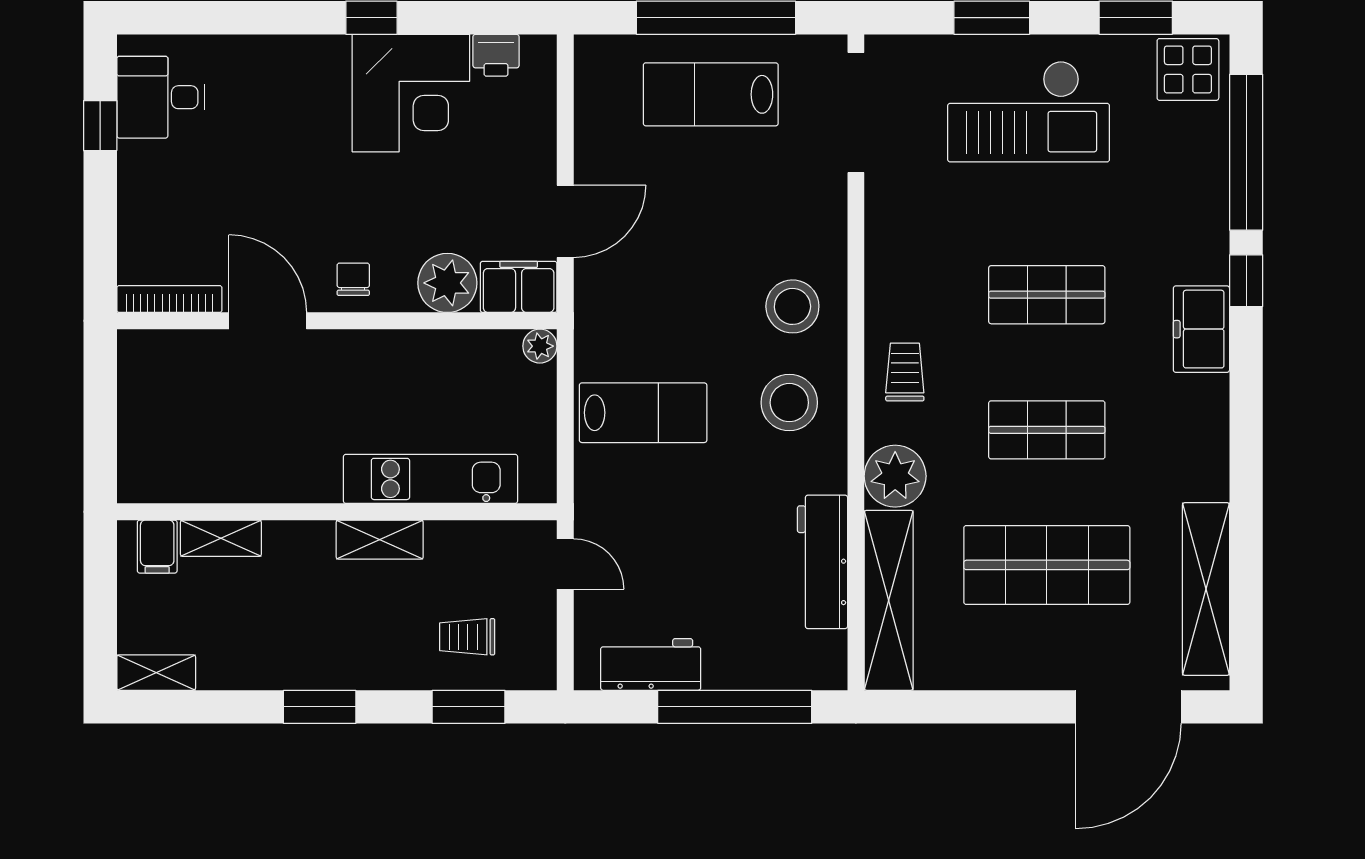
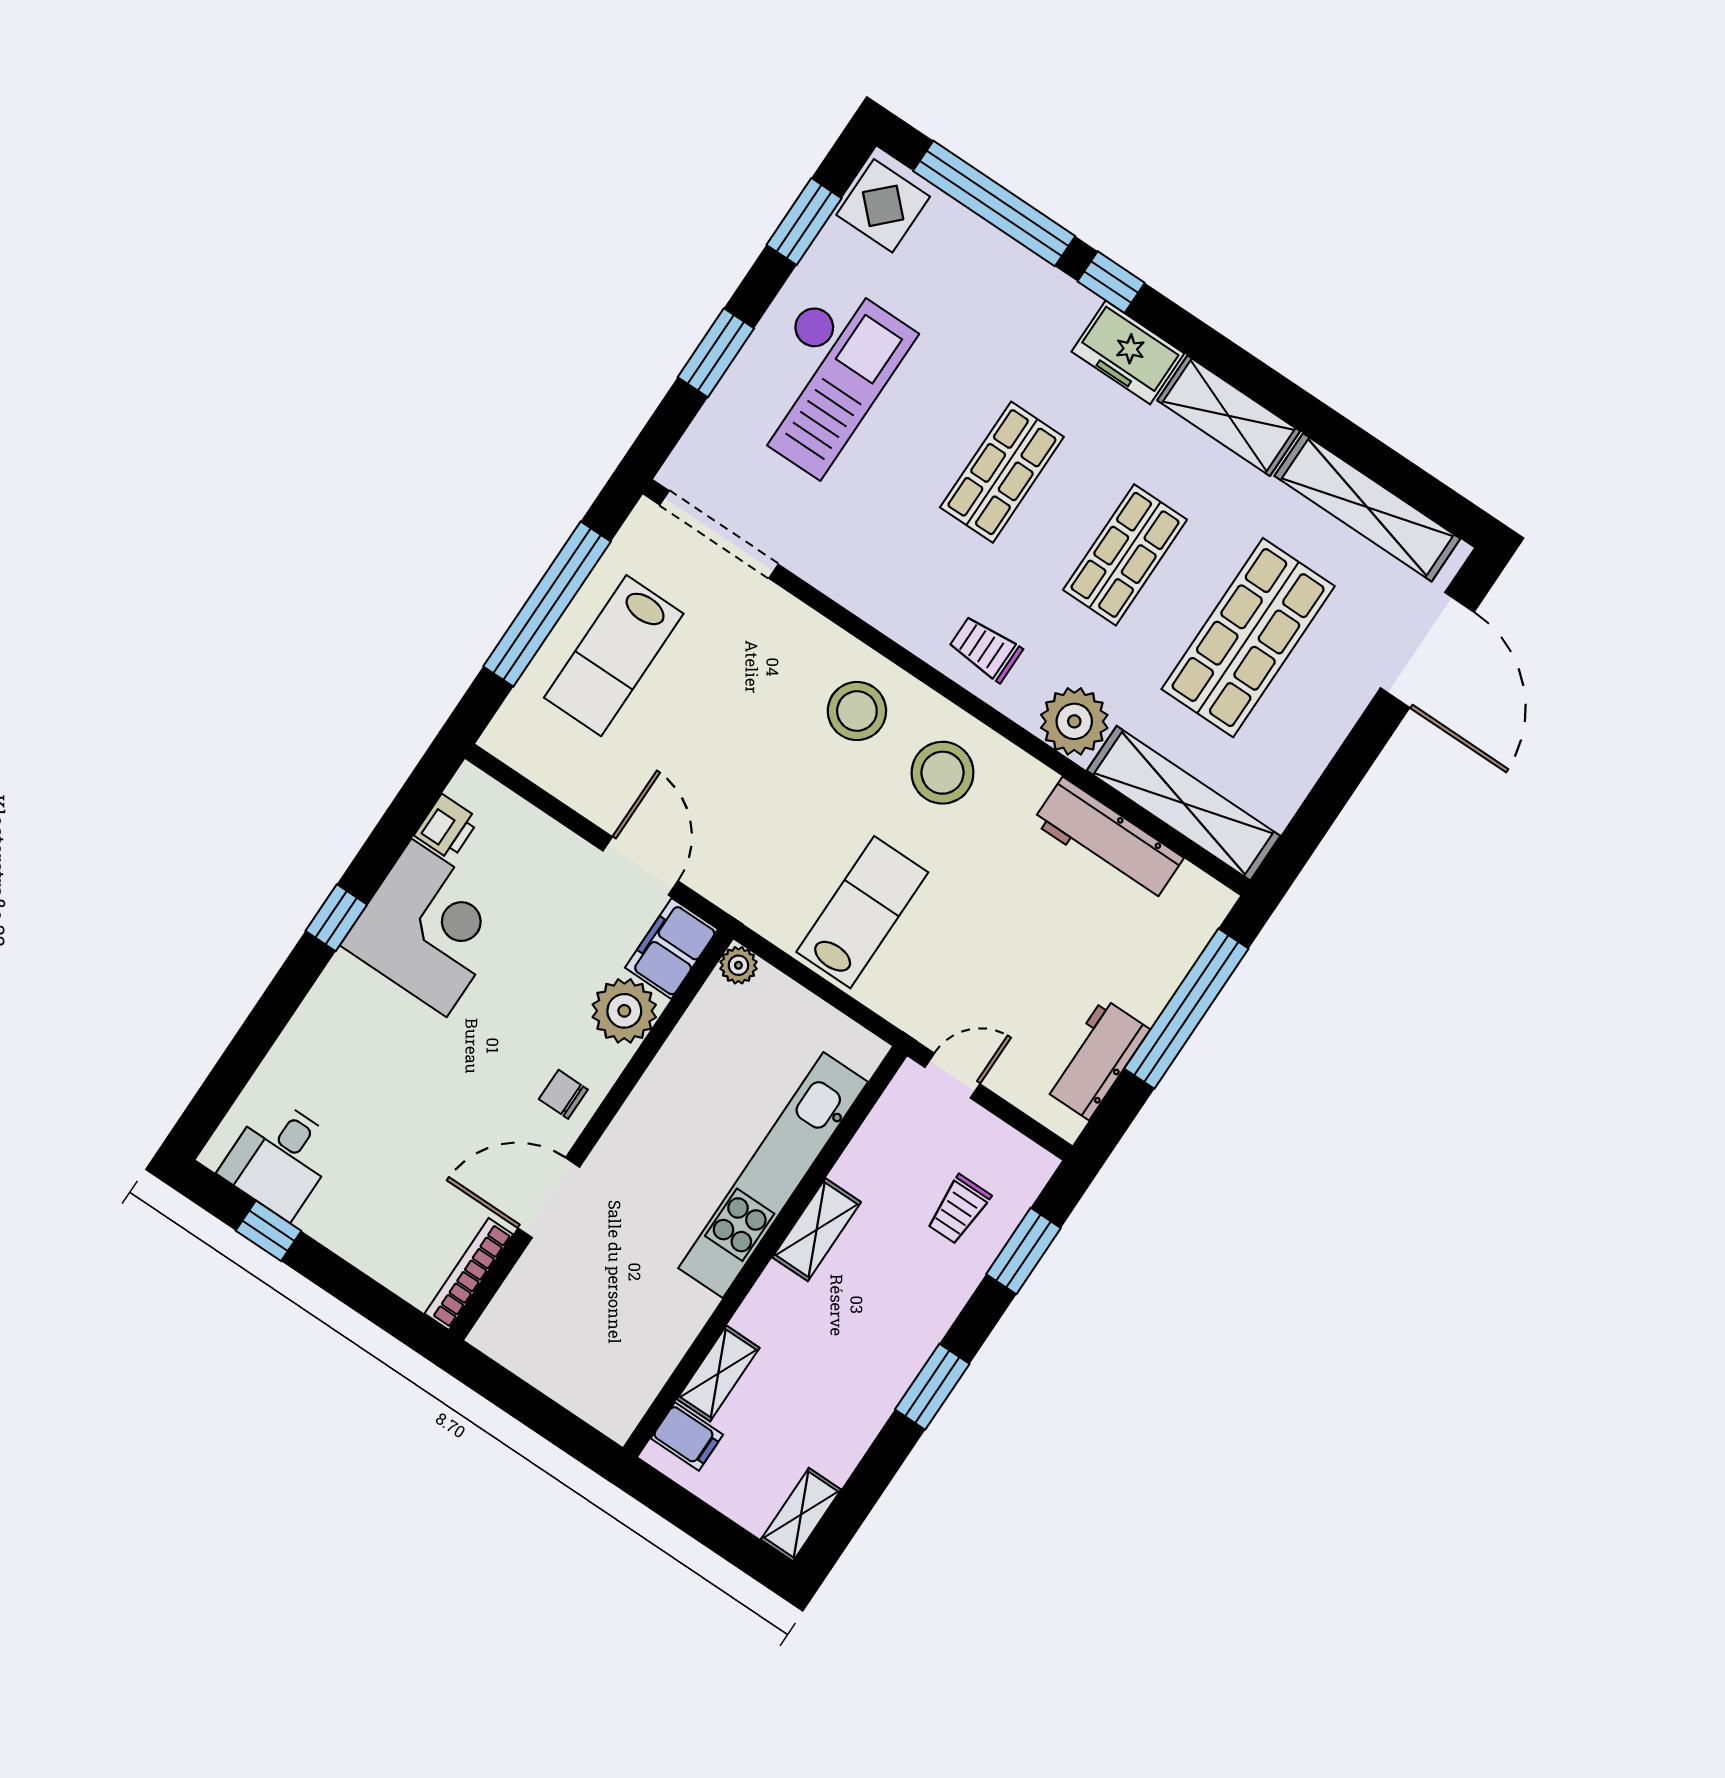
shelving: (1205, 438) -> (1229, 416), added
kitchen unit: (430, 479) -> (773, 1175), width x1.36

